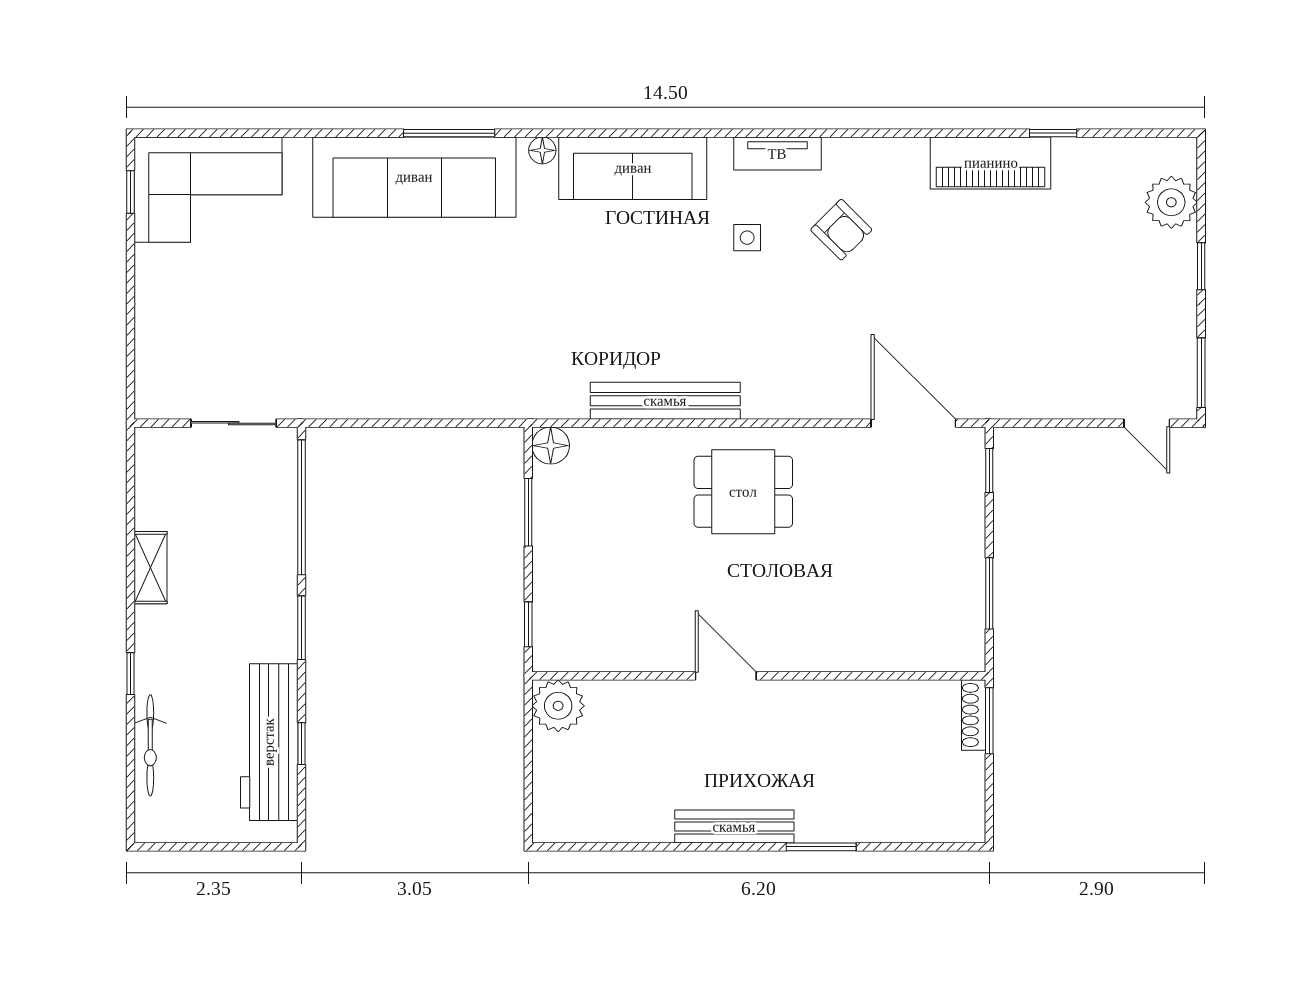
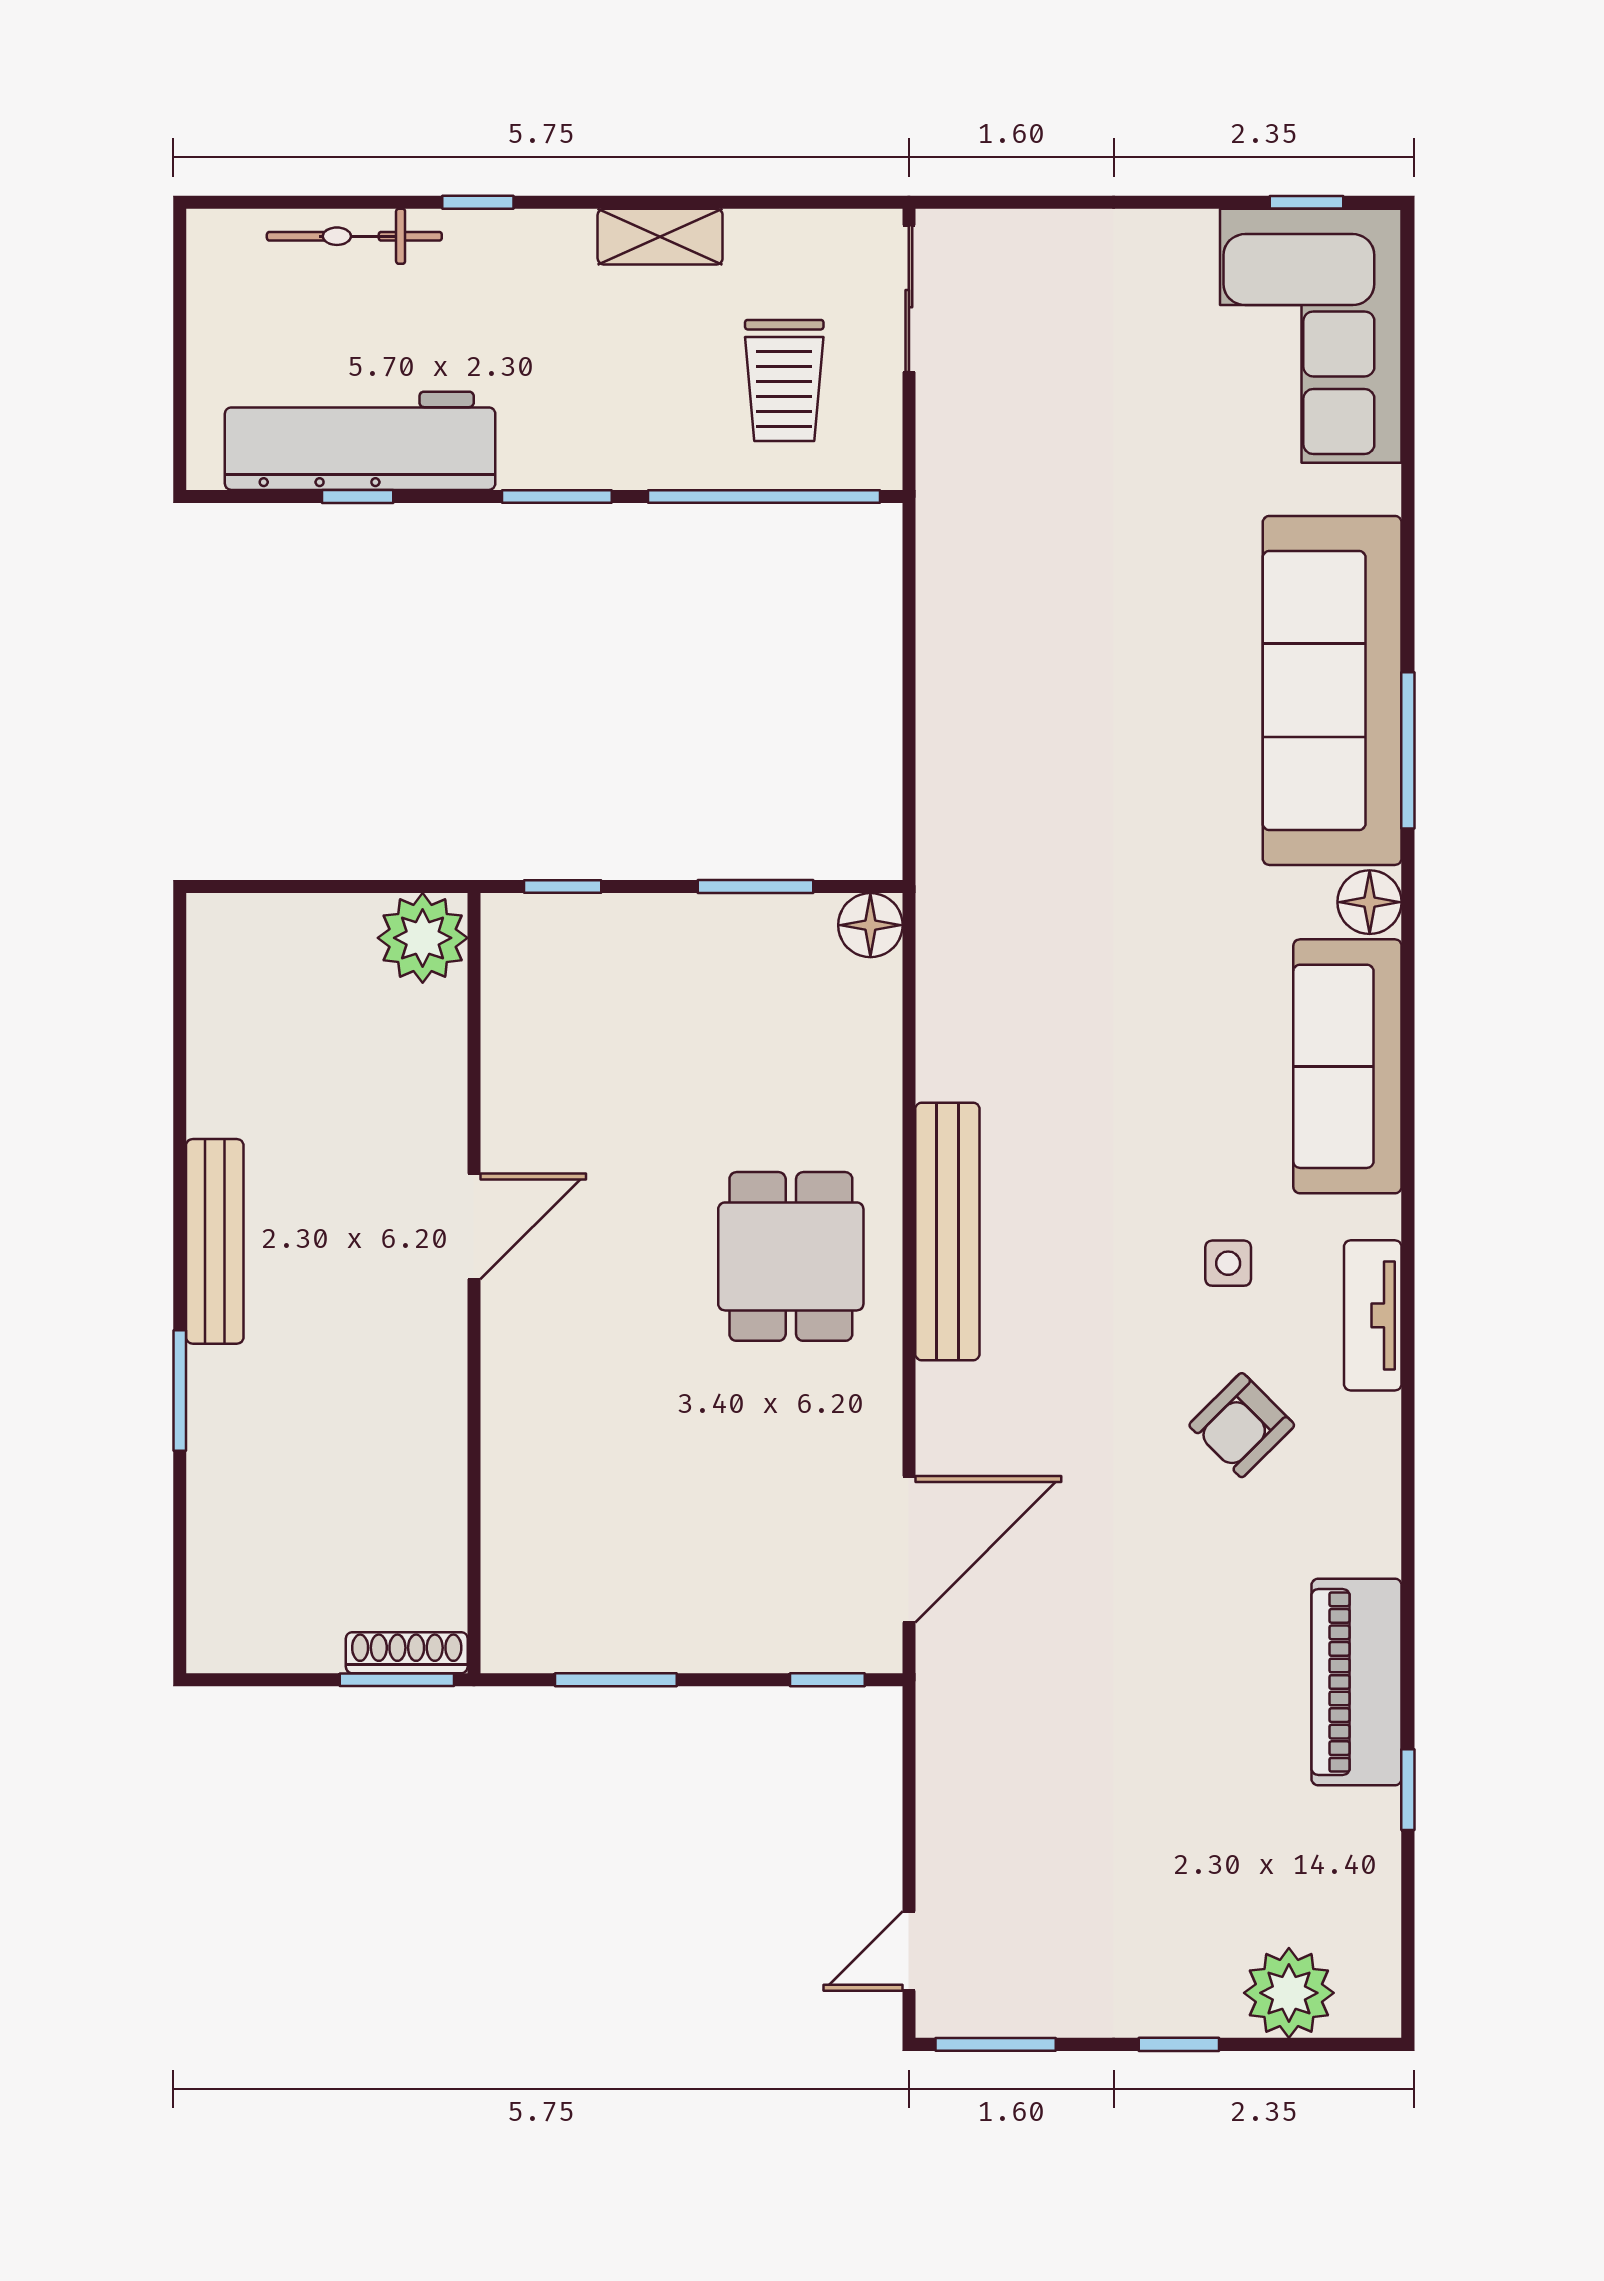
floor lamp: (542, 150) -> (1370, 902), width x1.37, depth x1.37
bench: (665, 401) -> (947, 1231), moved
sliding door: (234, 423) -> (909, 299), moved
trolley: (234, 496) -> (784, 380), added

